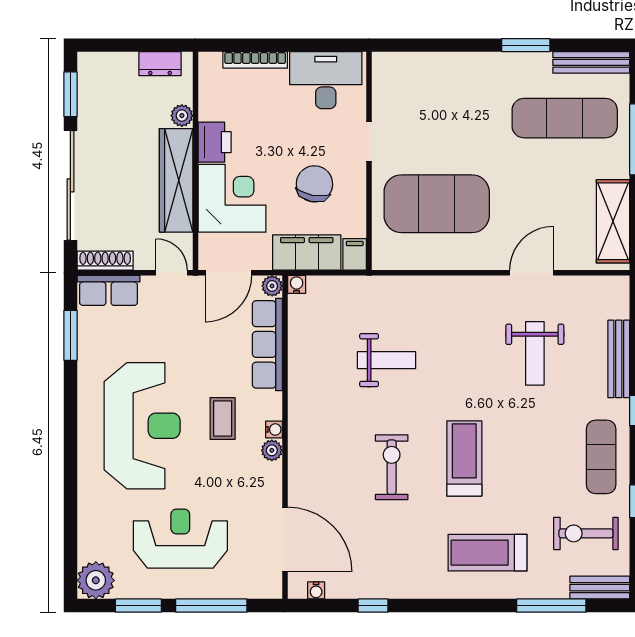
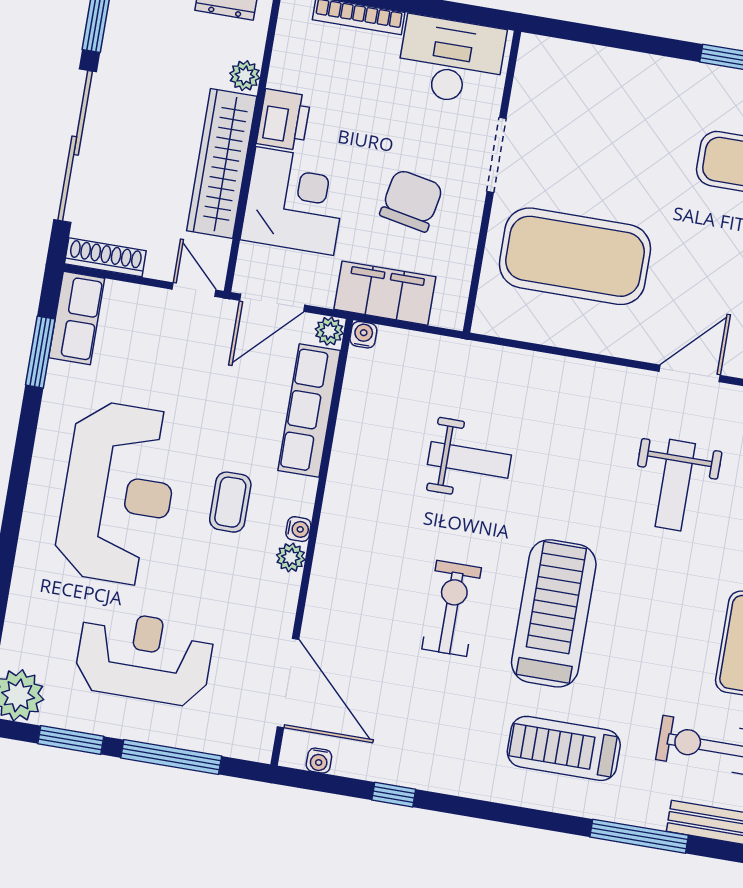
doorway: (369, 142) -> (496, 155), width x1.38
filing cabinet: (355, 254) -> (450, 307), removed
row of seats: (109, 290) -> (77, 318), moved, turned -90
treadmill: (464, 458) -> (554, 613), width x1.37, depth x1.38

